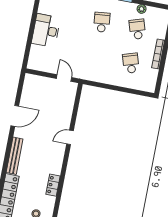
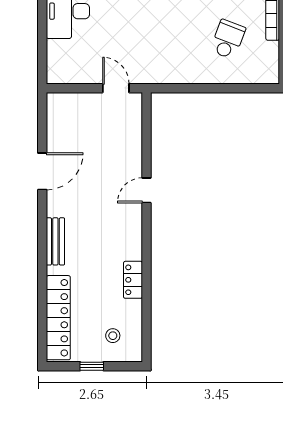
school desk: (131, 63) -> (228, 39), turned 39
bench: (15, 156) -> (55, 241), width x0.73

